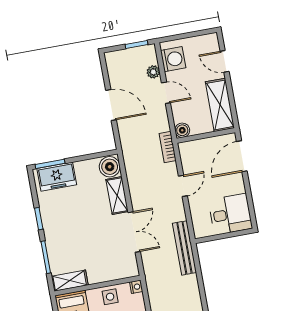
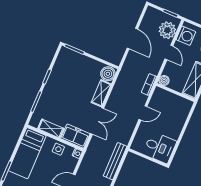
plant: (153, 72) -> (167, 30), width x1.88, depth x1.88
door: (242, 156) -> (188, 118), removed
freezer: (57, 177) -> (75, 136), moved, turned 180
bench: (184, 248) -> (115, 161), moved
shelving: (70, 281) -> (51, 129), moved

